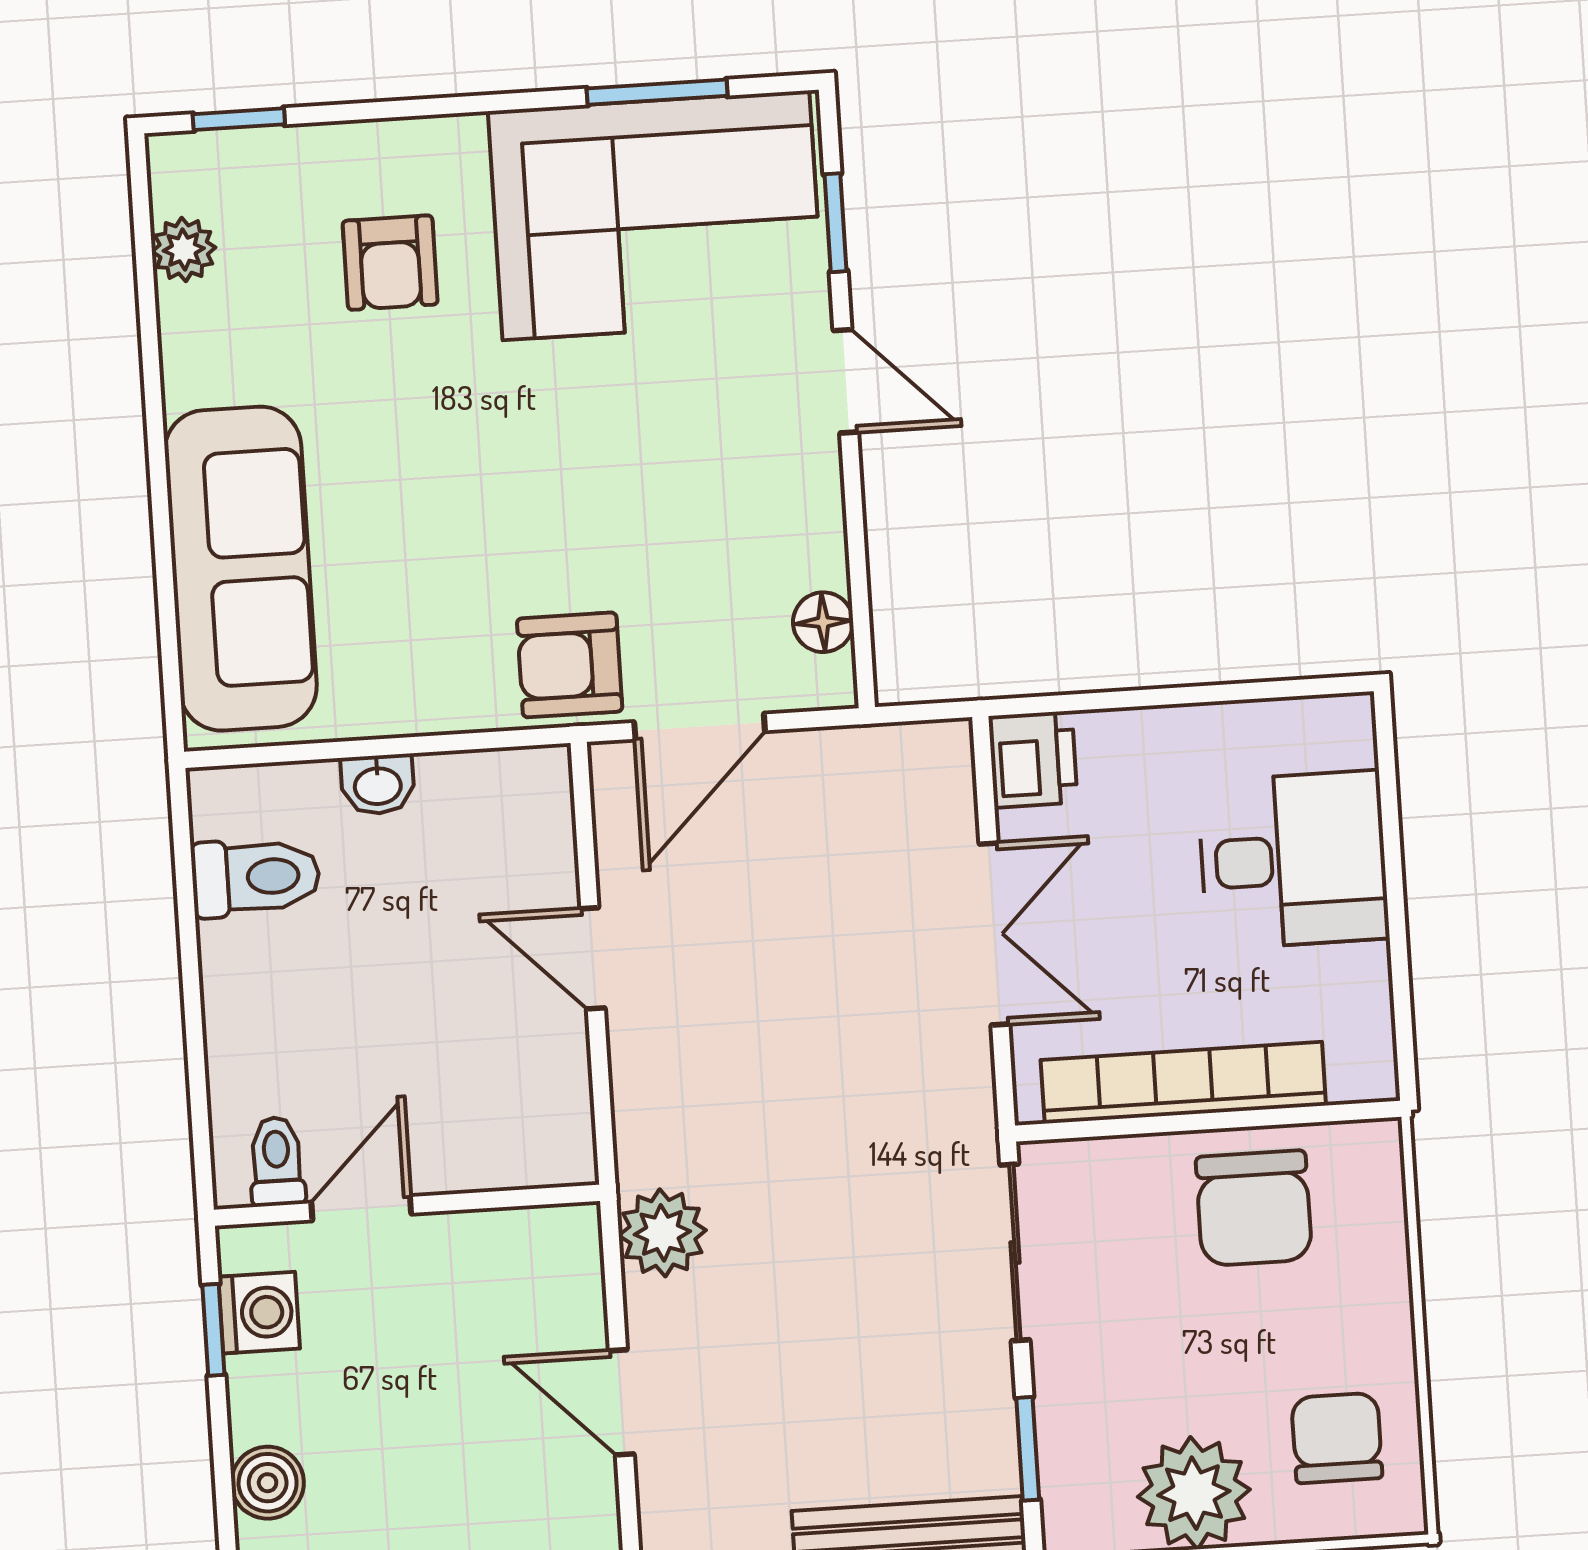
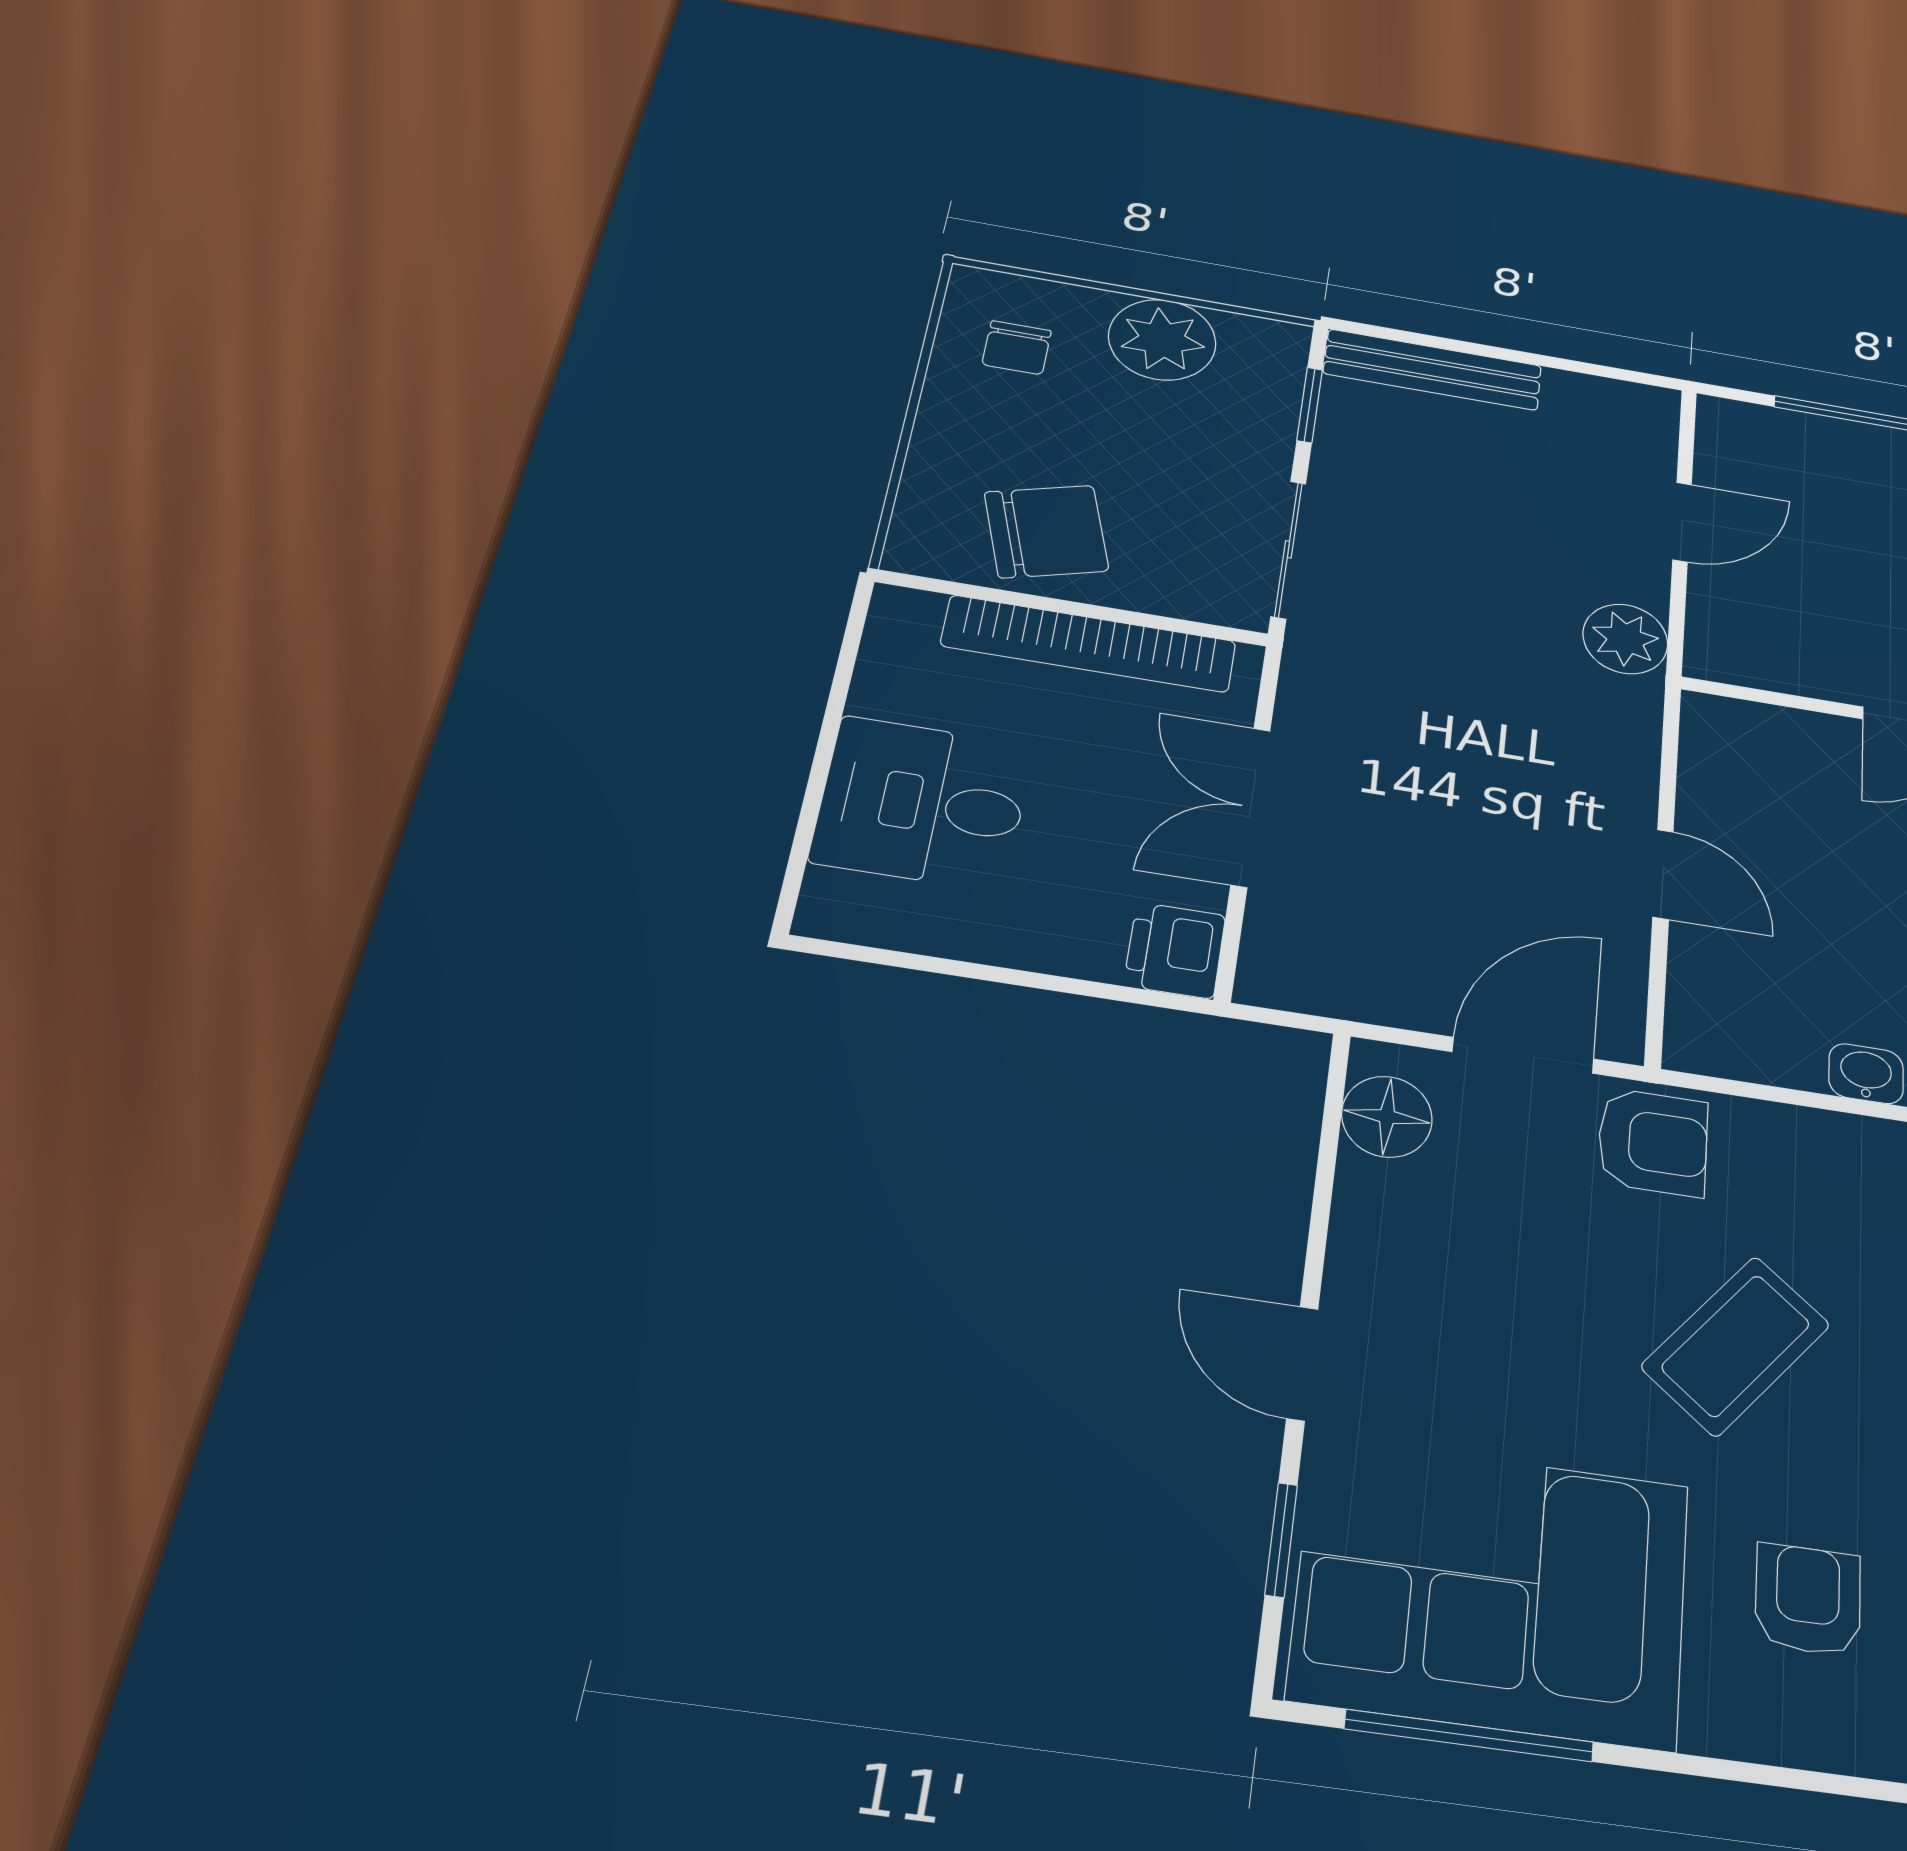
window: (657, 92) -> (1469, 1736), width x1.44
coffee table: (474, 481) -> (1736, 1346), added
floor lamp: (823, 622) -> (1387, 1117), width x1.37, depth x1.37
chair: (1254, 1208) -> (1046, 531), turned 73
door: (621, 1402) -> (1682, 522), hinge flipped
chair: (1337, 1438) -> (1017, 348), width x0.73, depth x0.73

